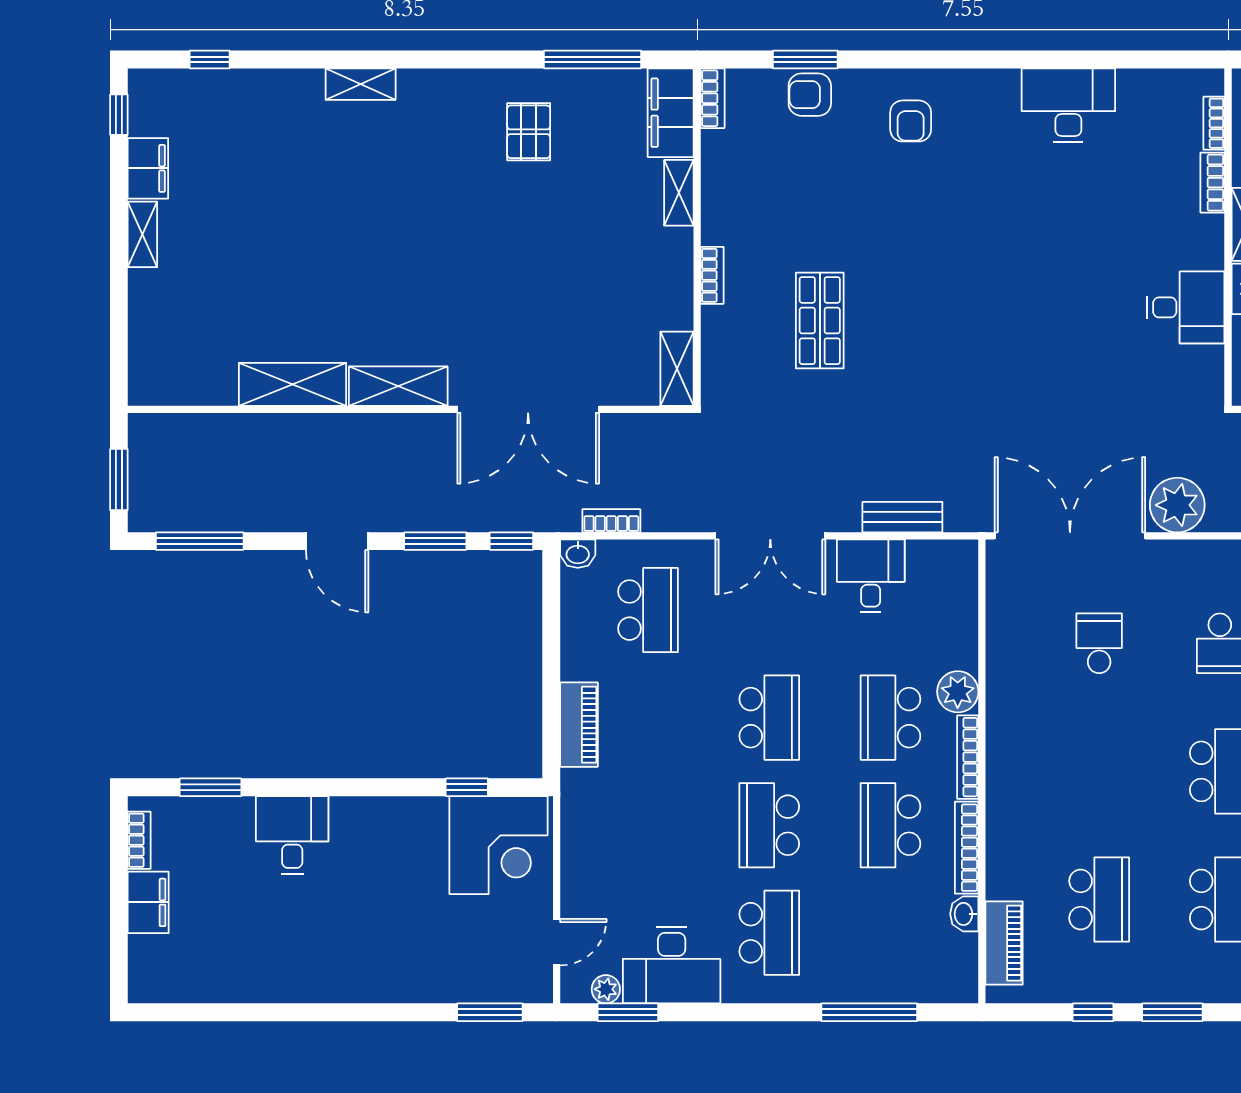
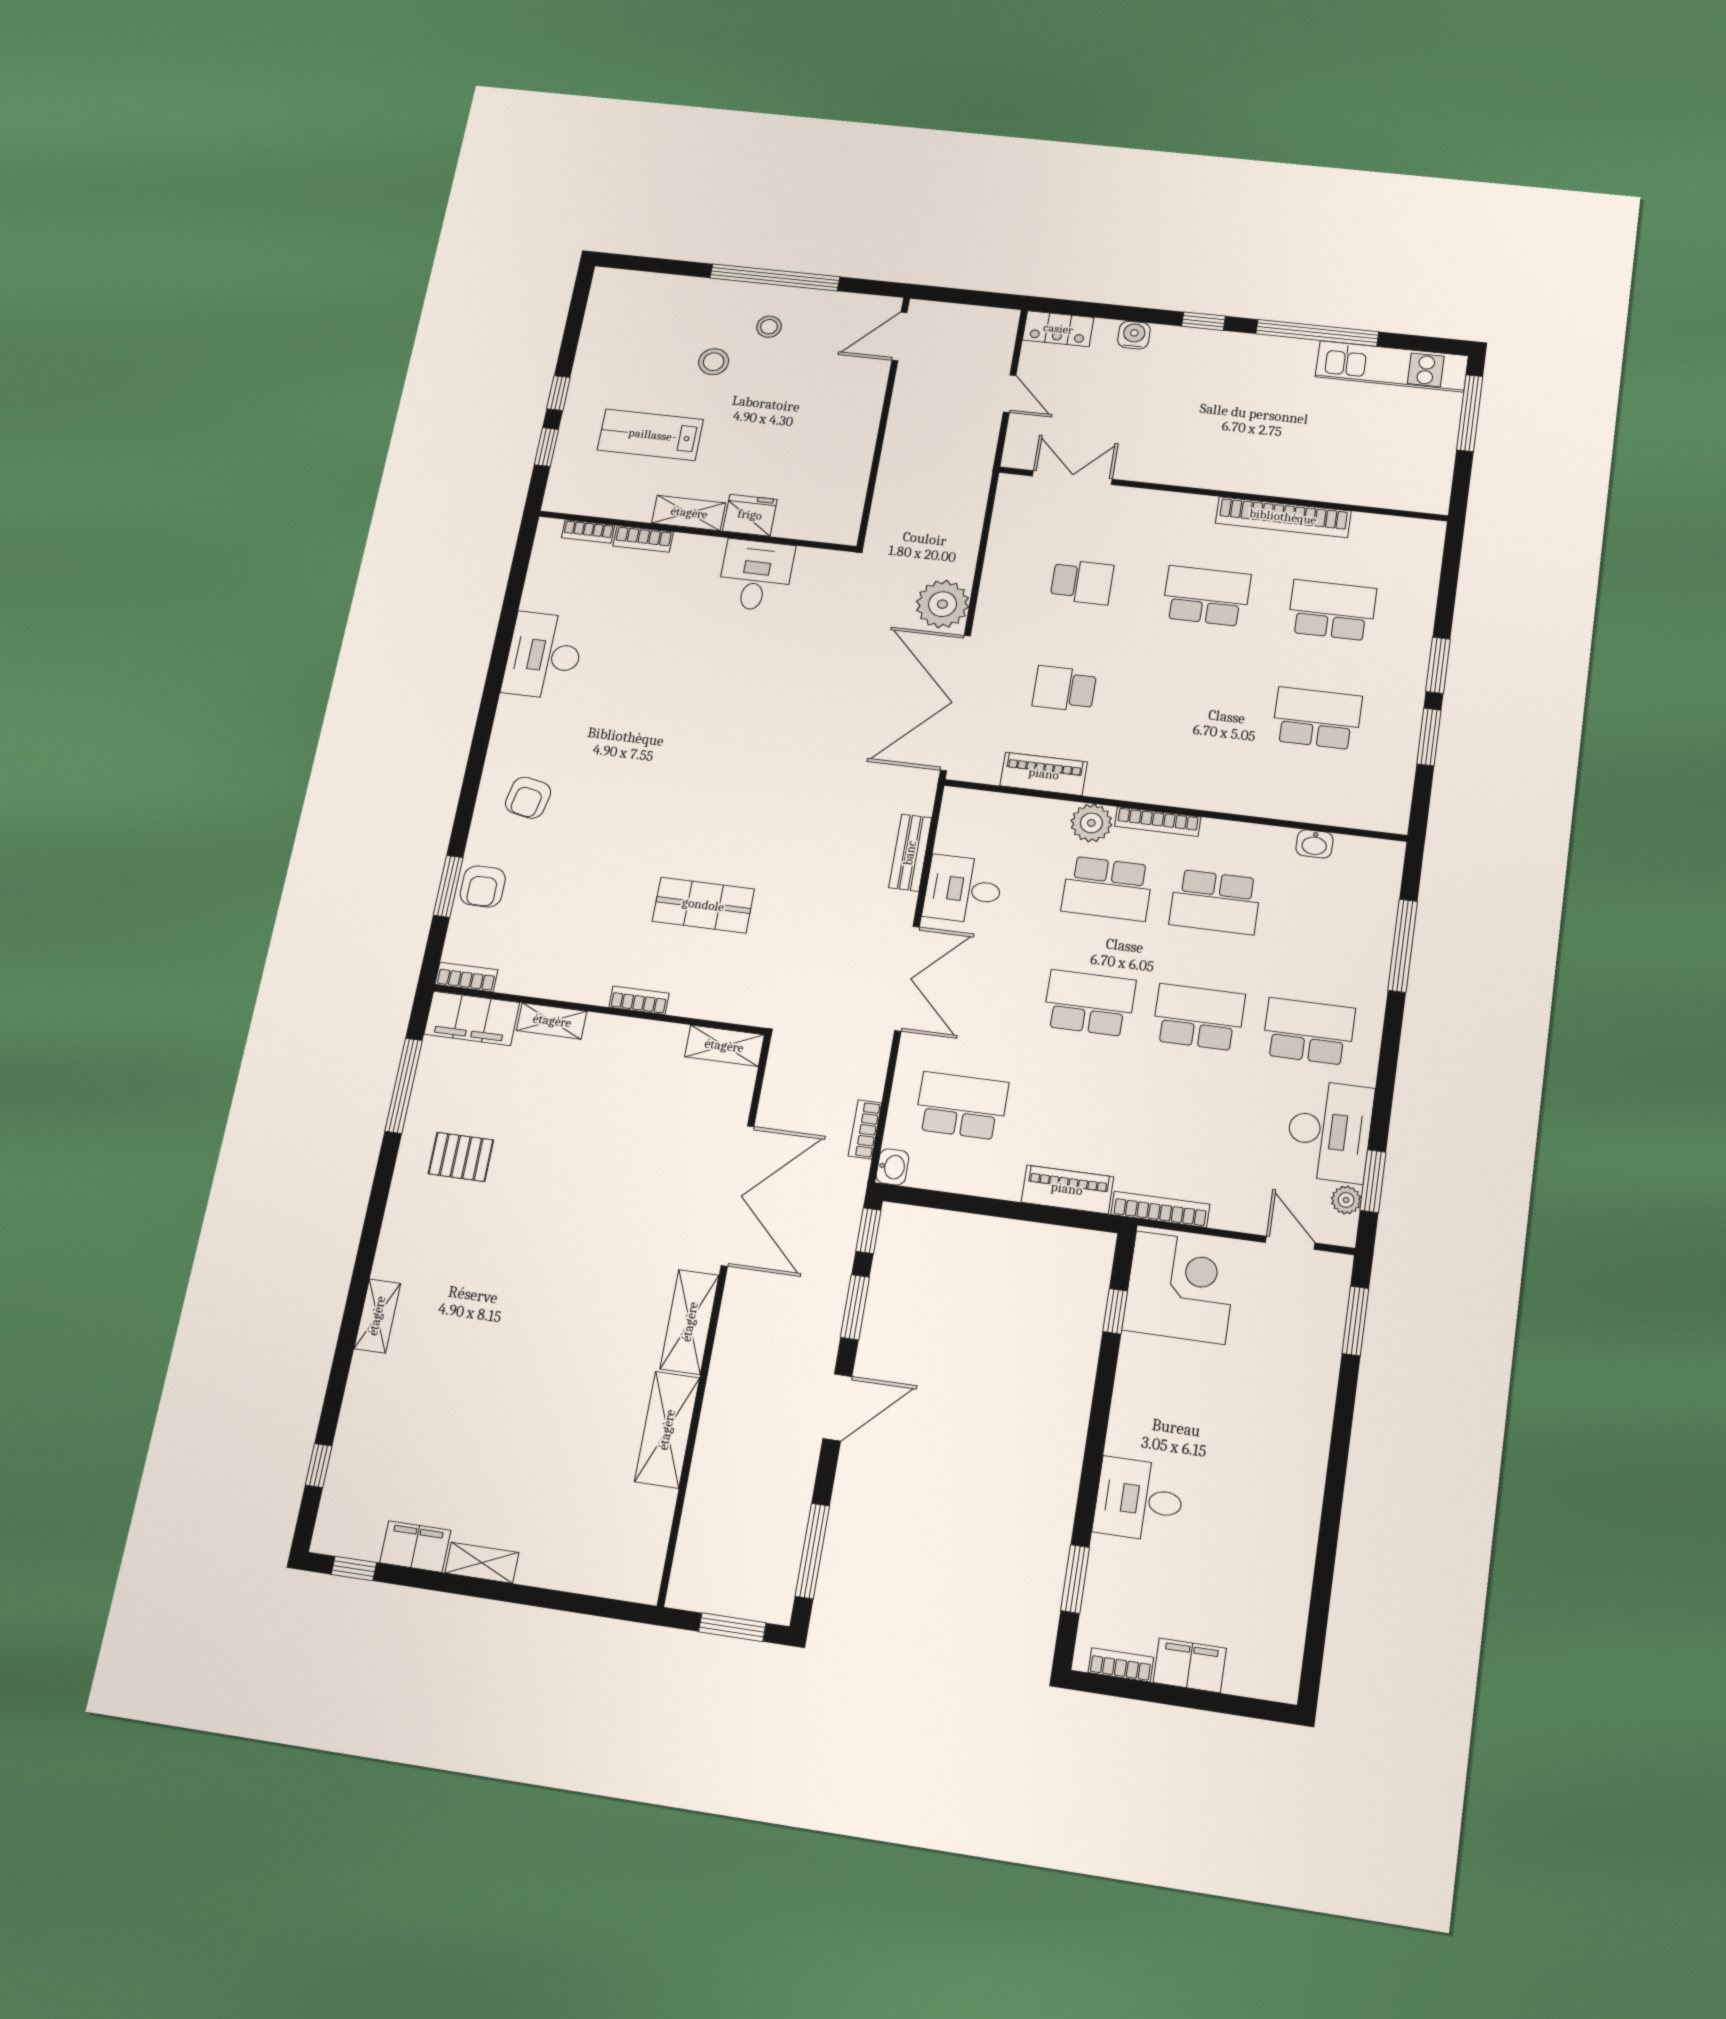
armchair: (911, 121) -> (528, 798), turned 101
school desk: (769, 825) -> (1198, 1017), turned 180
bookcase: (967, 848) -> (1160, 1209), moved, turned 180
piano: (1004, 943) -> (1044, 774), moved
window: (1093, 1012) -> (1429, 737), width x1.50

